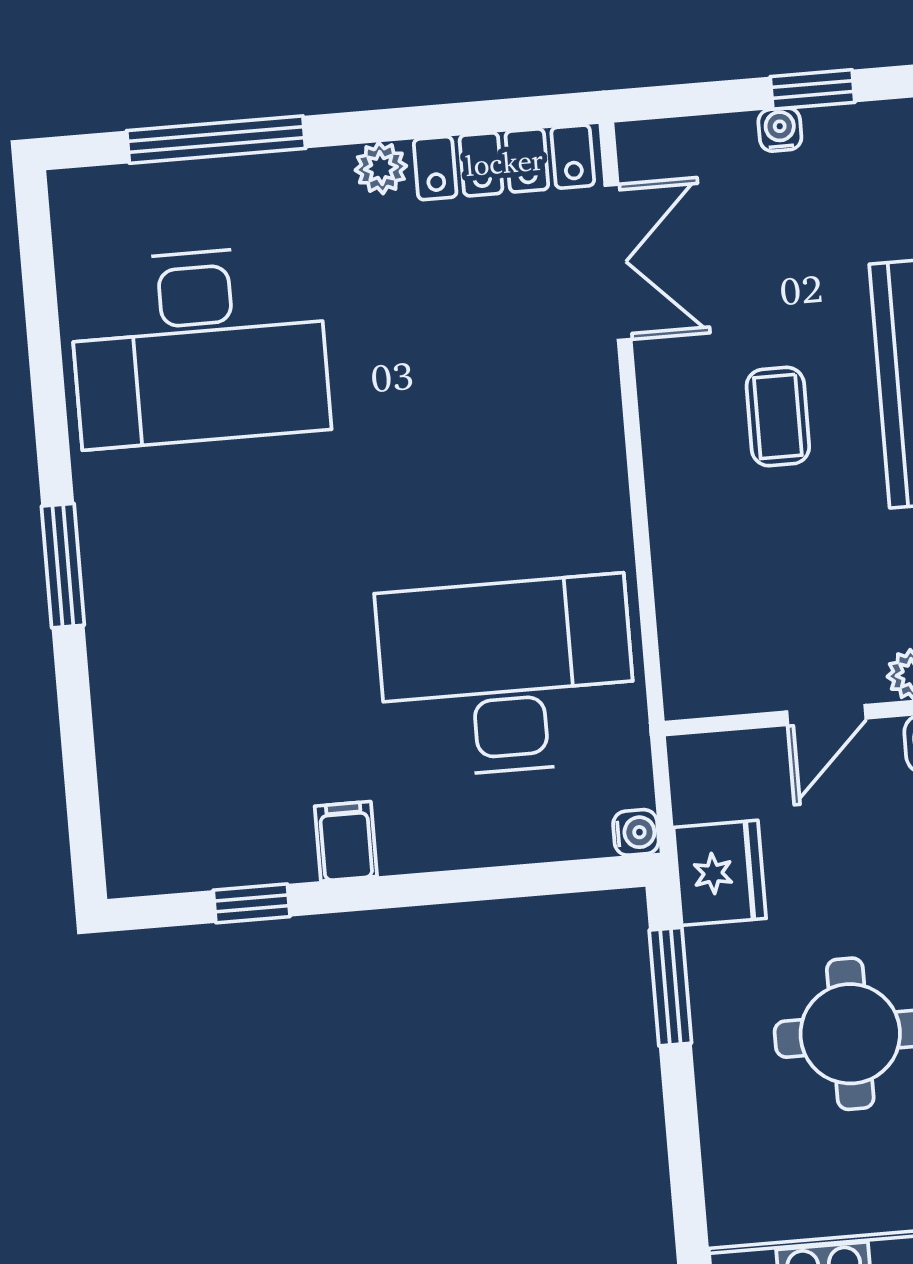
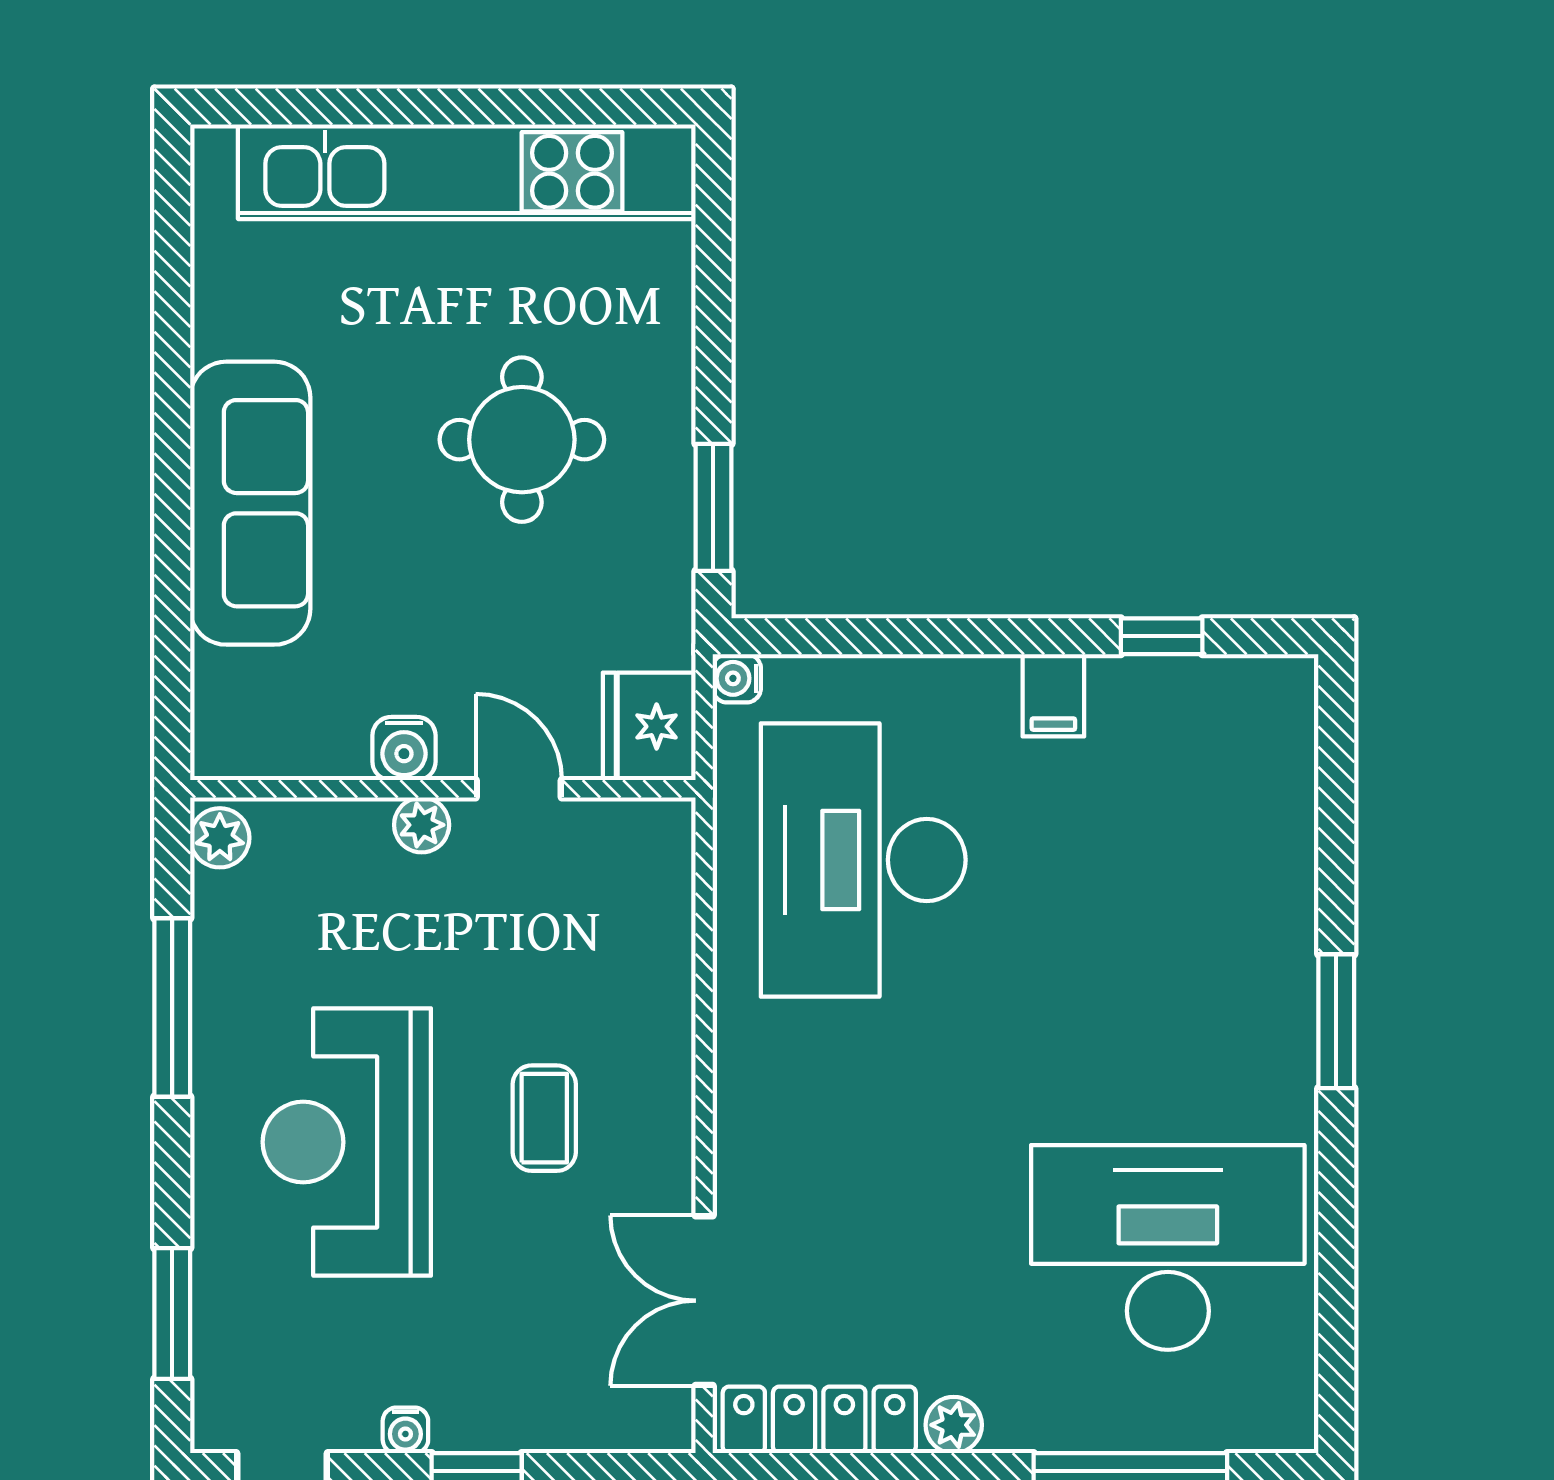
water cooler: (780, 130) -> (405, 1430), moved
desk: (507, 676) -> (863, 860), turned 90
door: (826, 715) -> (519, 789), hinge flipped
fridge: (720, 873) -> (649, 726), moved

